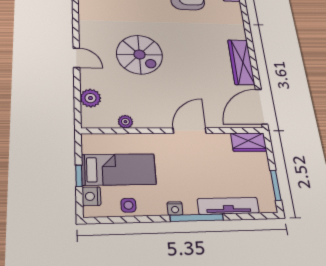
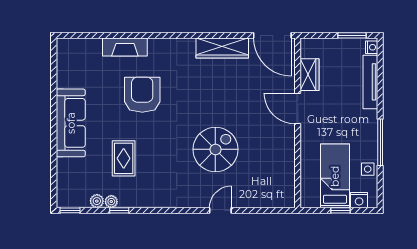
plant: (90, 98) -> (264, 198), removed
plant: (125, 122) -> (288, 167), removed
wardrobe: (249, 142) -> (309, 75), moved
nightstand: (175, 209) -> (372, 47), moved
window: (197, 218) -> (380, 142), moved

